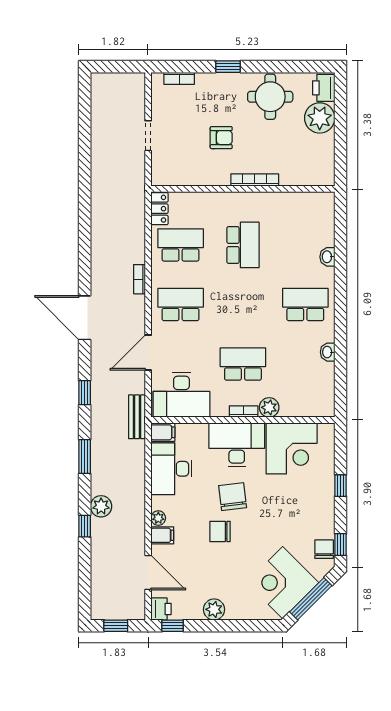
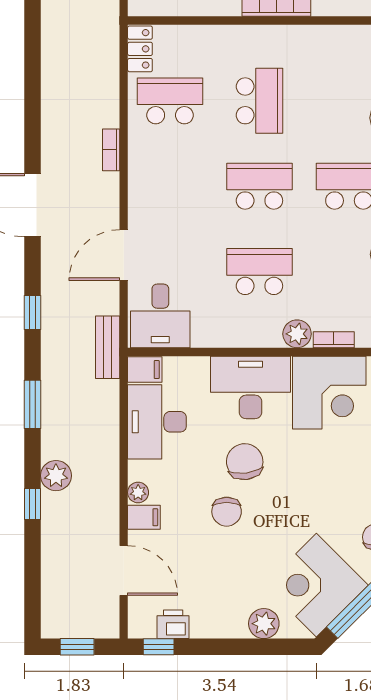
school desk: (181, 304) -> (259, 186), moved
desk: (181, 395) -> (160, 316), width x0.73
bookcase: (244, 412) -> (334, 340), moved
chair: (220, 531) -> (227, 512), turned -90
printer: (161, 609) -> (173, 624), moved, turned -90
plant: (214, 609) -> (264, 624), moved

